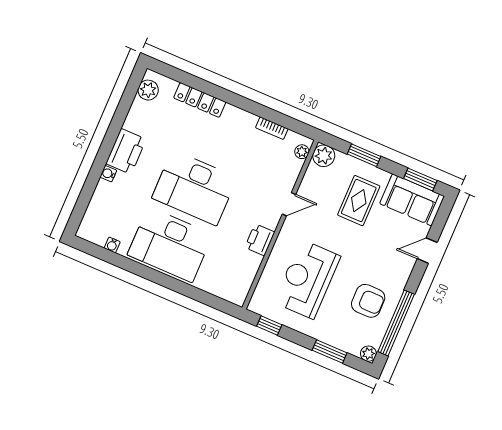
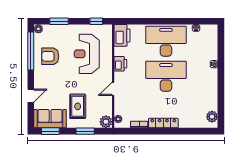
locker: (200, 100) -> (163, 123), moved
printer: (126, 151) -> (122, 35), moved, turned 180
reception desk: (307, 279) -> (87, 54), turned 180

